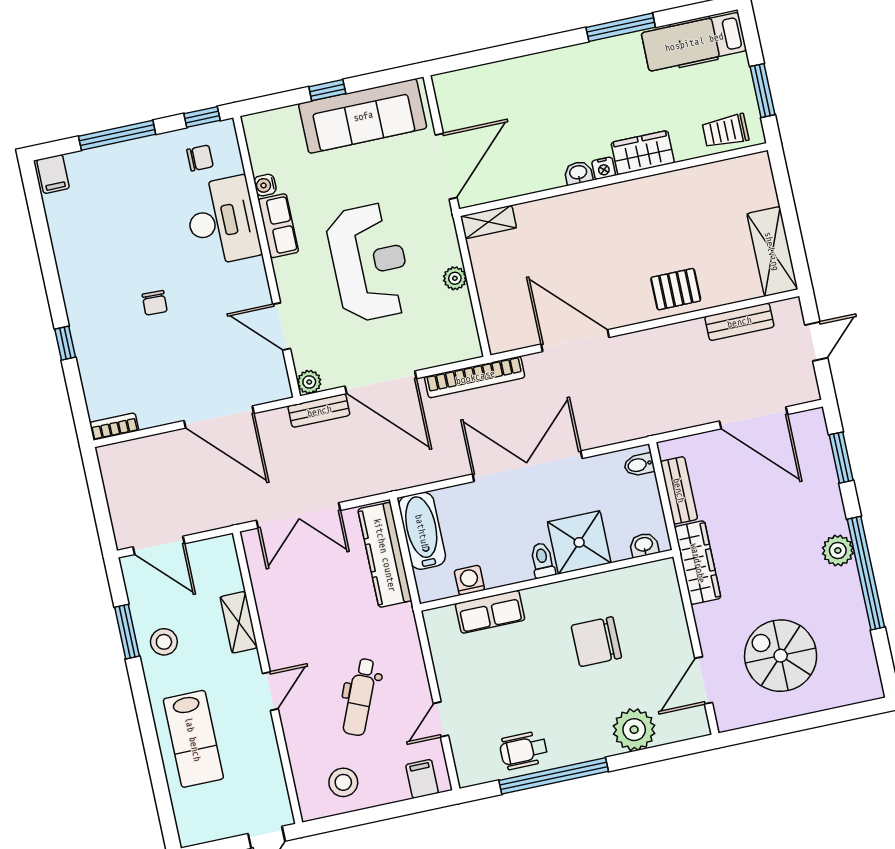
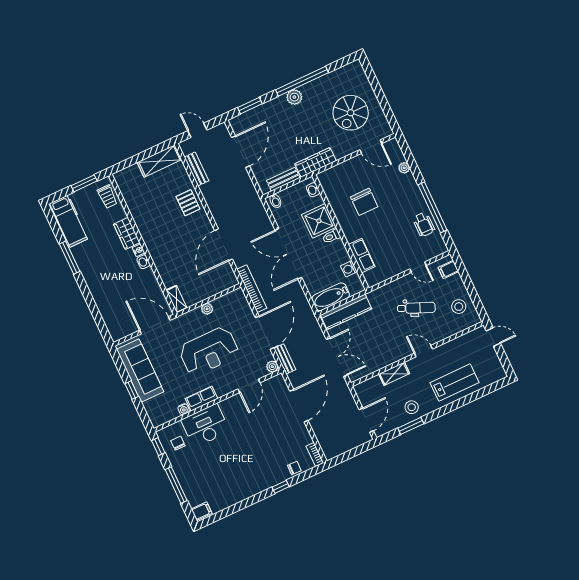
reception desk: (369, 262) -> (209, 351), turned 180
chair: (155, 303) -> (294, 468), moved
plant: (634, 730) -> (404, 168), width x0.53, depth x0.53

